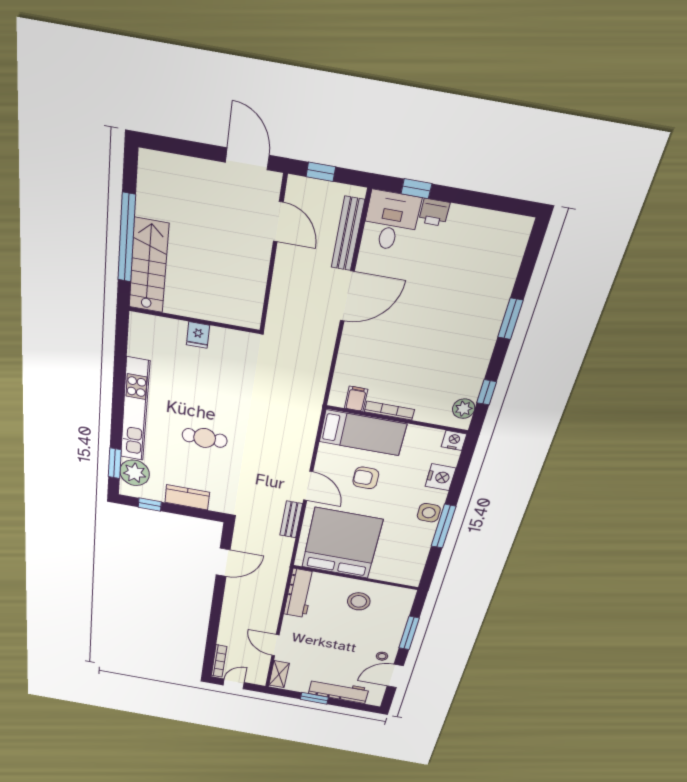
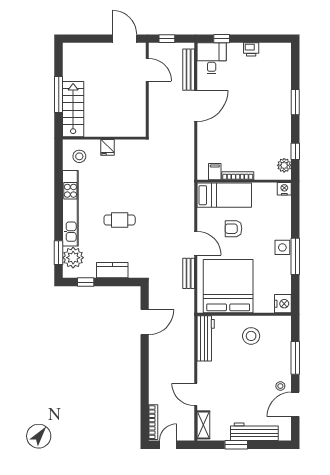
printer: (434, 212) -> (251, 49), moved
window: (127, 238) -> (59, 95), width x0.68
stool: (153, 340) -> (79, 156), added
nightstand: (440, 477) -> (283, 304), moved

